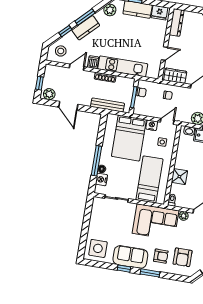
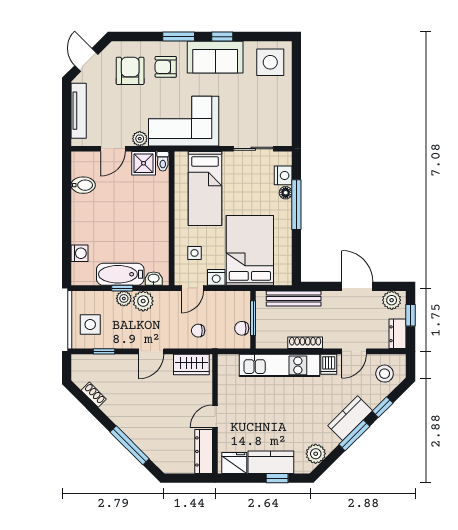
door: (164, 53) -> (215, 416), moved
dresser: (49, 73) -> (398, 334), added
shower: (179, 177) -> (144, 163), moved

